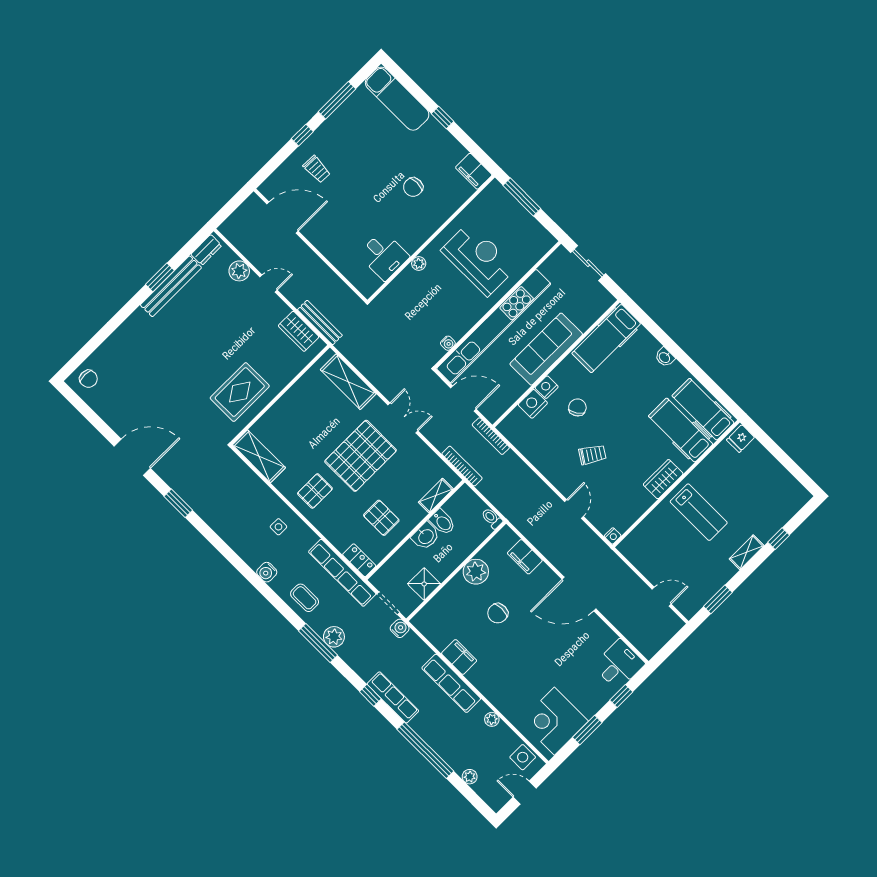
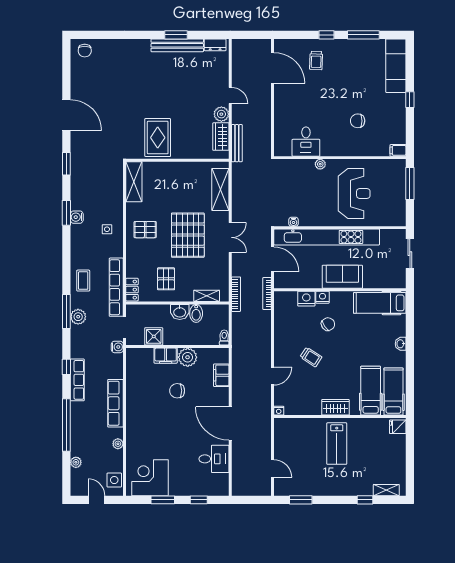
filing cabinet: (474, 171) -> (398, 150), width x0.50
plant: (239, 271) -> (221, 114), moved
sofa: (546, 349) -> (342, 277), width x0.73
rug: (240, 392) -> (158, 138), turned 90
pallet: (361, 456) -> (188, 235), turned 90
window: (225, 550) -> (66, 213), added
shelving: (747, 552) -> (386, 490), moved
water cooler: (267, 572) -> (77, 217), moved
filing cabinet: (459, 657) -> (166, 356), moved, turned 90
desk: (619, 665) -> (214, 459), moved

